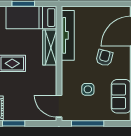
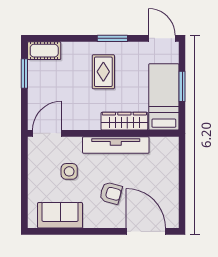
tv unit: (68, 35) -> (116, 145), moved
window: (88, 123) -> (24, 171), removed

